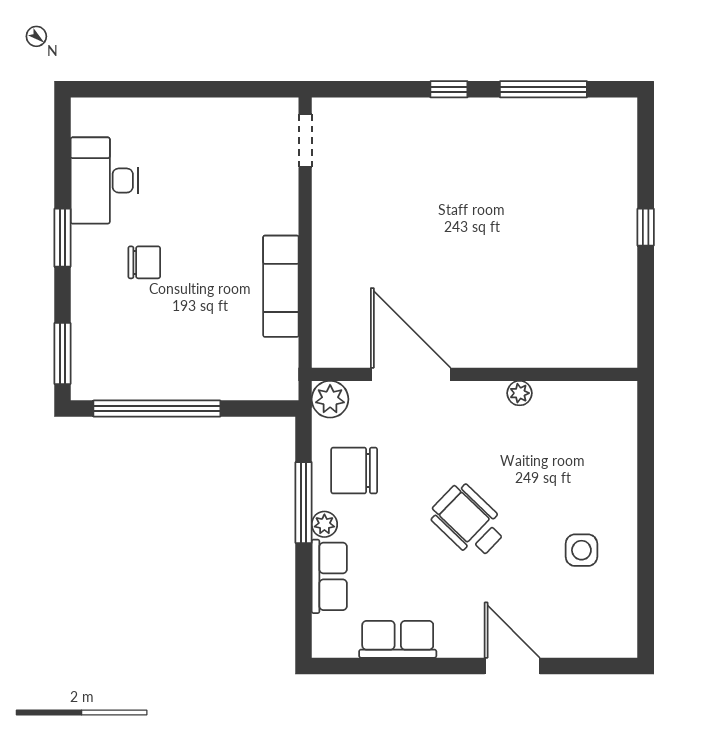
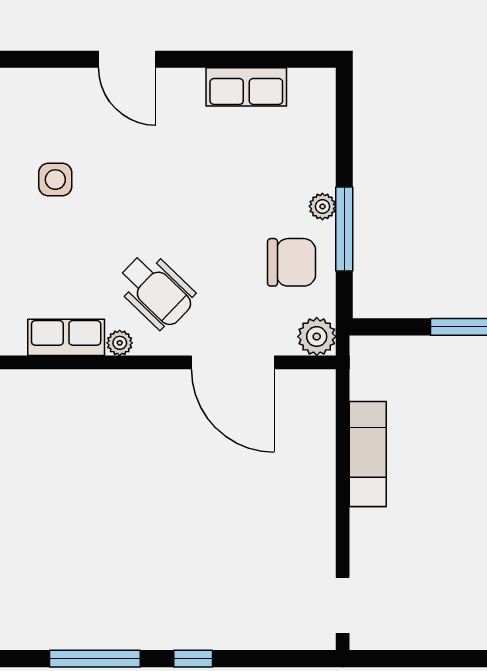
wheelchair: (468, 521) -> (156, 291), moved
row of seats: (329, 576) -> (66, 337), moved, turned 90

